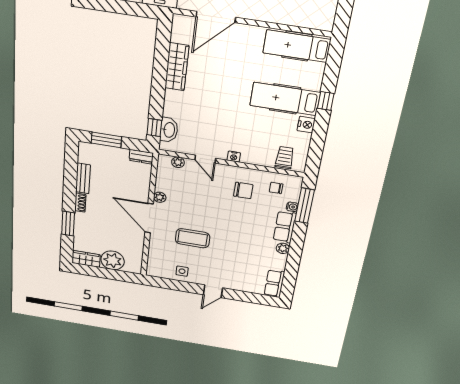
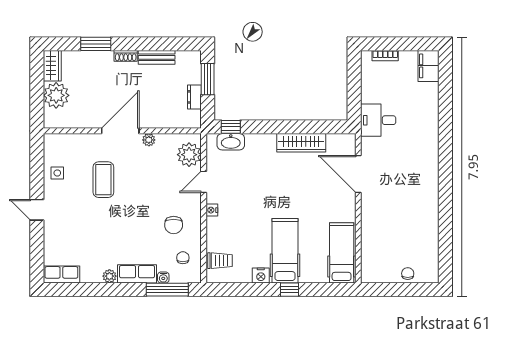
dresser: (141, 157) -> (194, 97), moved
plant: (178, 162) -> (189, 155), width x1.88, depth x1.88

